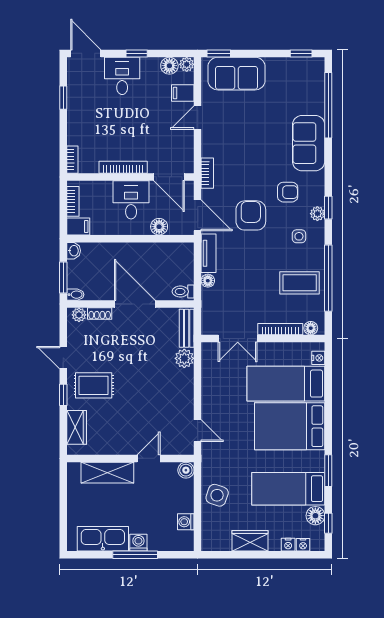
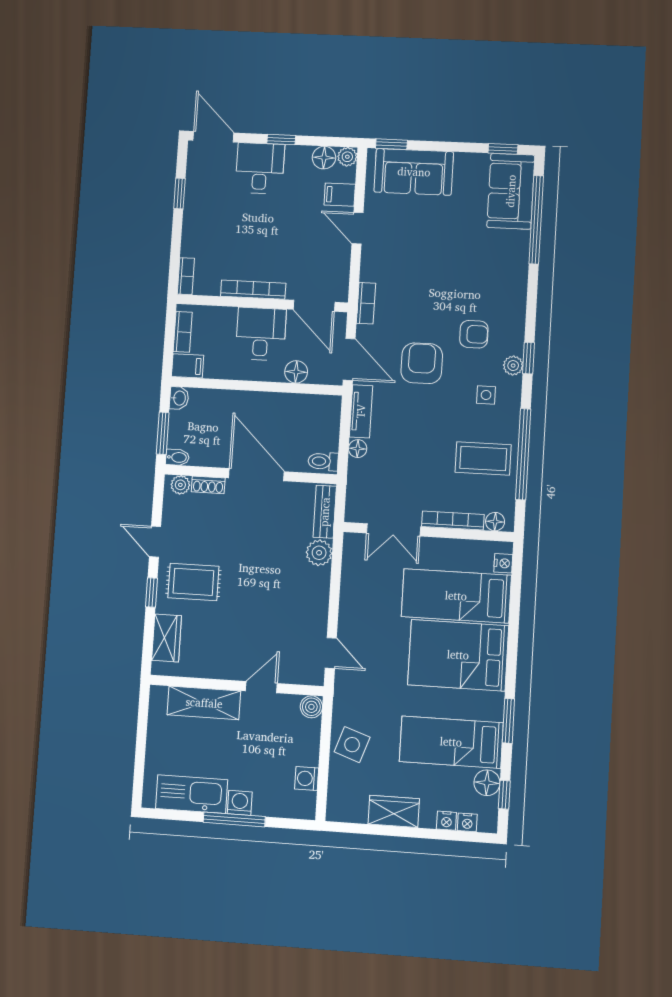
door: (198, 118) -> (357, 228), hinge flipped
sofa: (309, 143) -> (511, 191), moved

